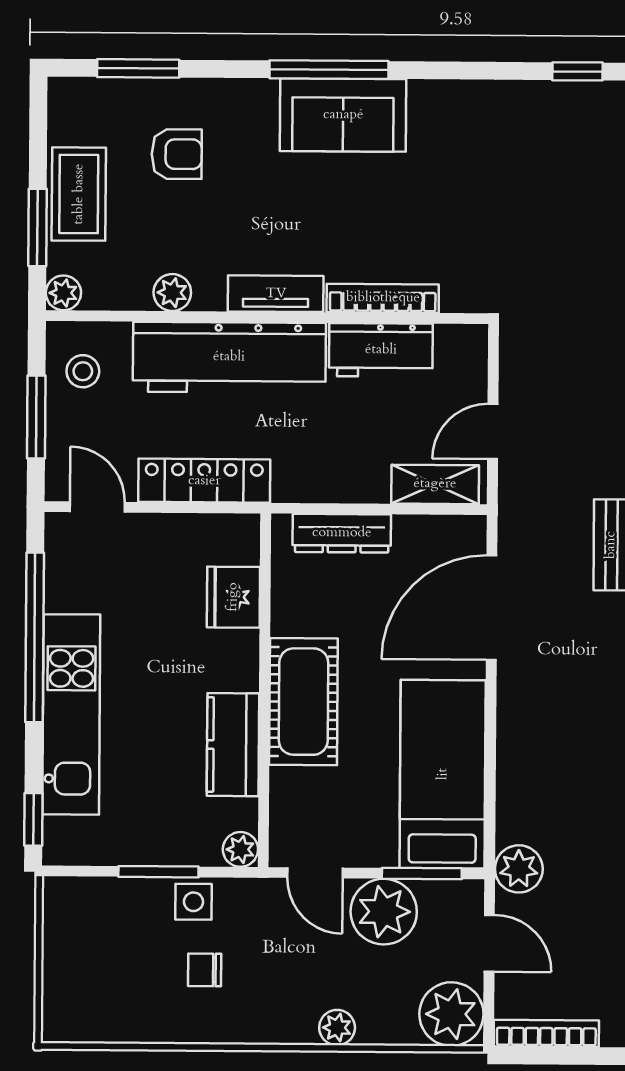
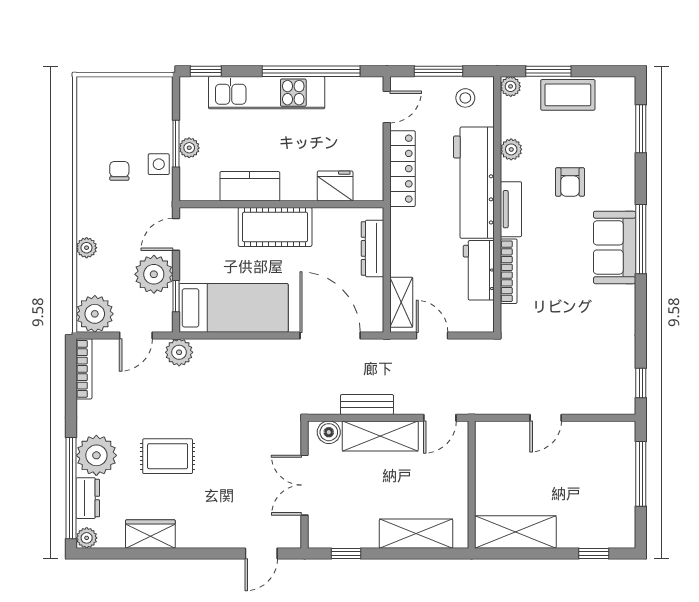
armchair: (177, 154) -> (570, 182), moved
plant: (240, 849) -> (189, 148), moved
window: (422, 874) -> (176, 296), width x0.67

